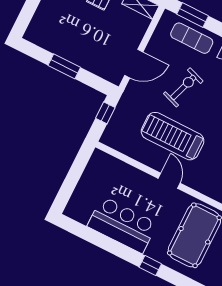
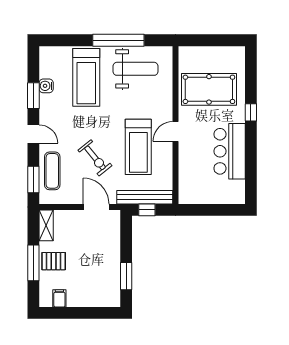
window: (64, 66) -> (126, 276), moved
exercise bike: (183, 87) -> (95, 158), turned -148
bench: (119, 117) -> (145, 197), added

